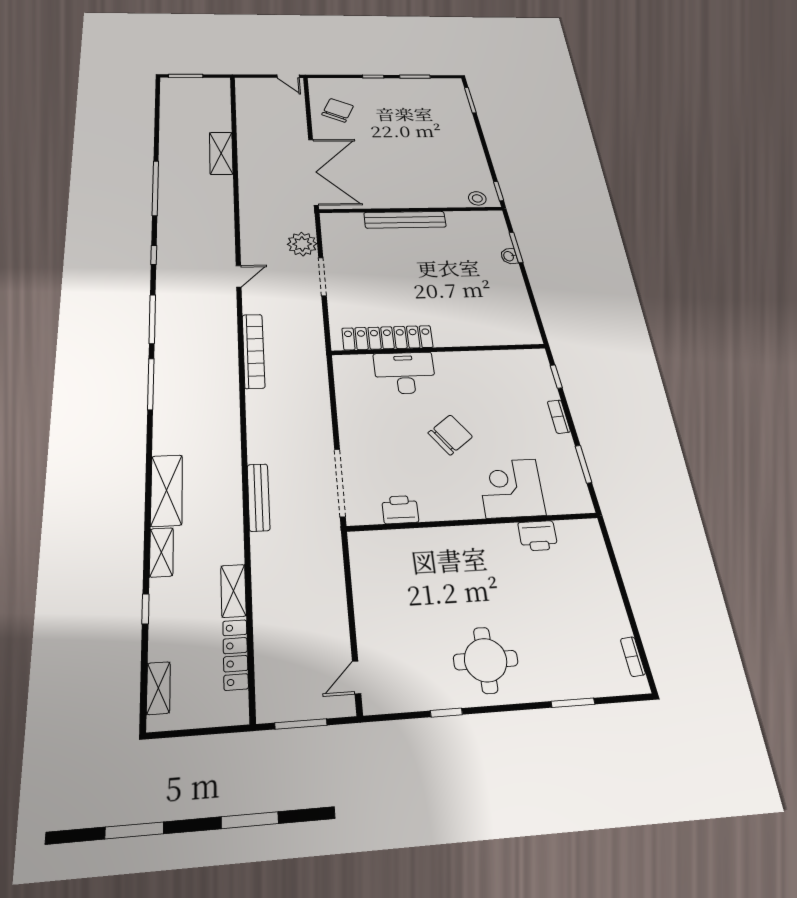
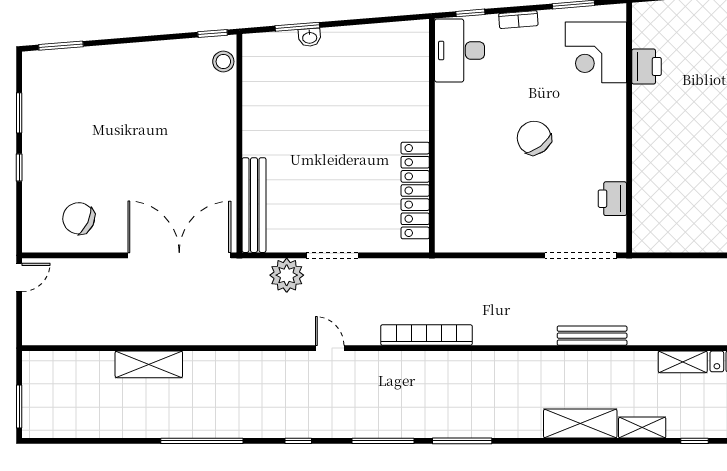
bench: (405, 220) -> (254, 205), moved
desk: (405, 373) -> (460, 51), moved
corner desk: (511, 488) -> (596, 52), moved

